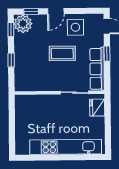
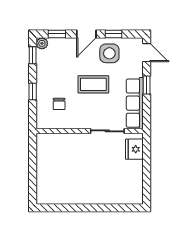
window: (79, 11) -> (114, 34), added
plant: (23, 24) -> (42, 43), width x0.53, depth x0.53
chair: (34, 70) -> (59, 104), added
kitchen unit: (66, 147) -> (96, 196), removed

